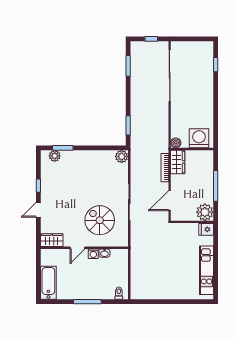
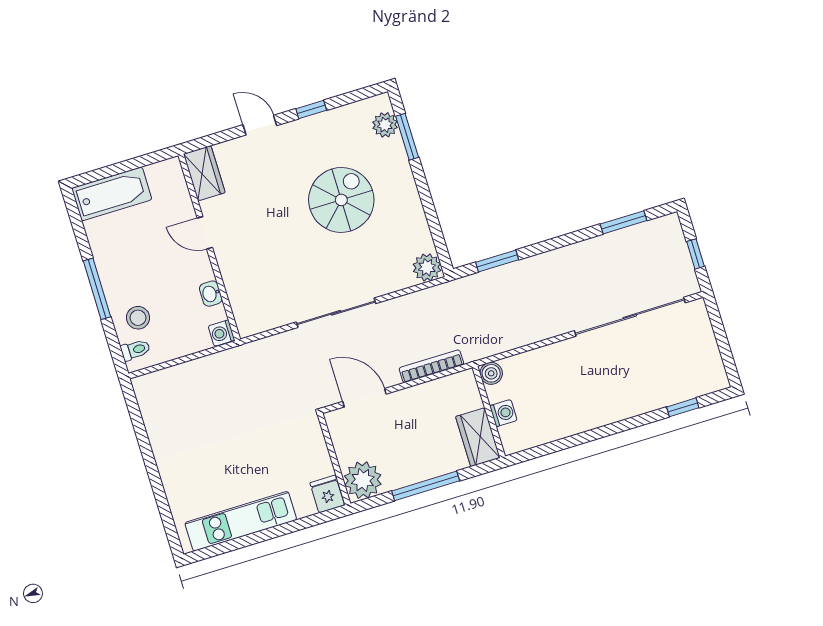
washing machine: (199, 138) -> (503, 413), width x0.53, depth x0.53
wardrobe: (178, 162) -> (478, 437), moved, turned 90
spiral stairs: (100, 220) -> (341, 200), moved
washing machine: (93, 254) -> (222, 333), moved
stool: (105, 288) -> (138, 318), added

